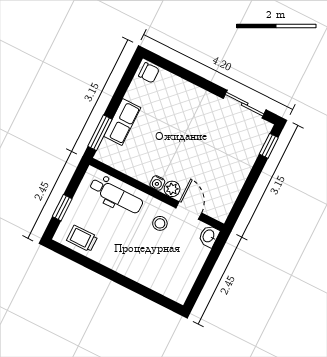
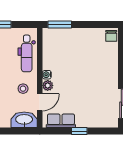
row of seats: (122, 122) -> (61, 121), moved, turned 180
window: (269, 146) -> (79, 131), moved
washbasin: (209, 236) -> (24, 120), width x1.91, depth x1.45

